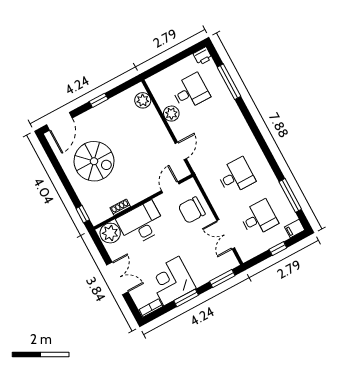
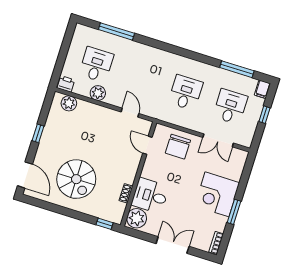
printer: (203, 56) -> (66, 84), moved, turned -90
spiral stairs: (94, 161) -> (76, 179), turned 90
desk: (141, 223) -> (150, 196), width x0.73
window: (222, 279) -> (246, 174), removed
corner desk: (171, 281) -> (217, 194), moved

